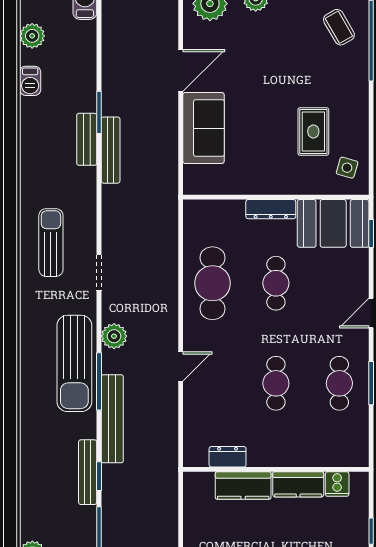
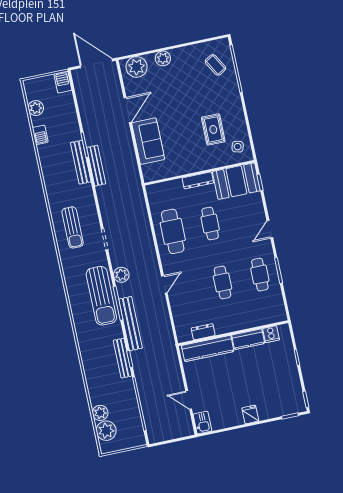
bench: (87, 139) -> (81, 162), width x1.36
sun lounger: (51, 243) -> (73, 227), turned 180
kitchen counter: (243, 486) -> (208, 348), width x1.50

